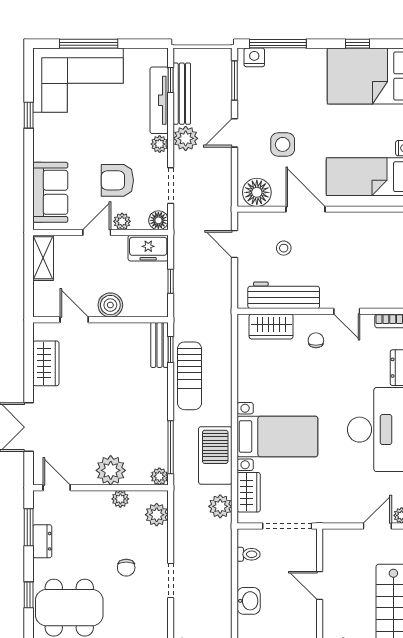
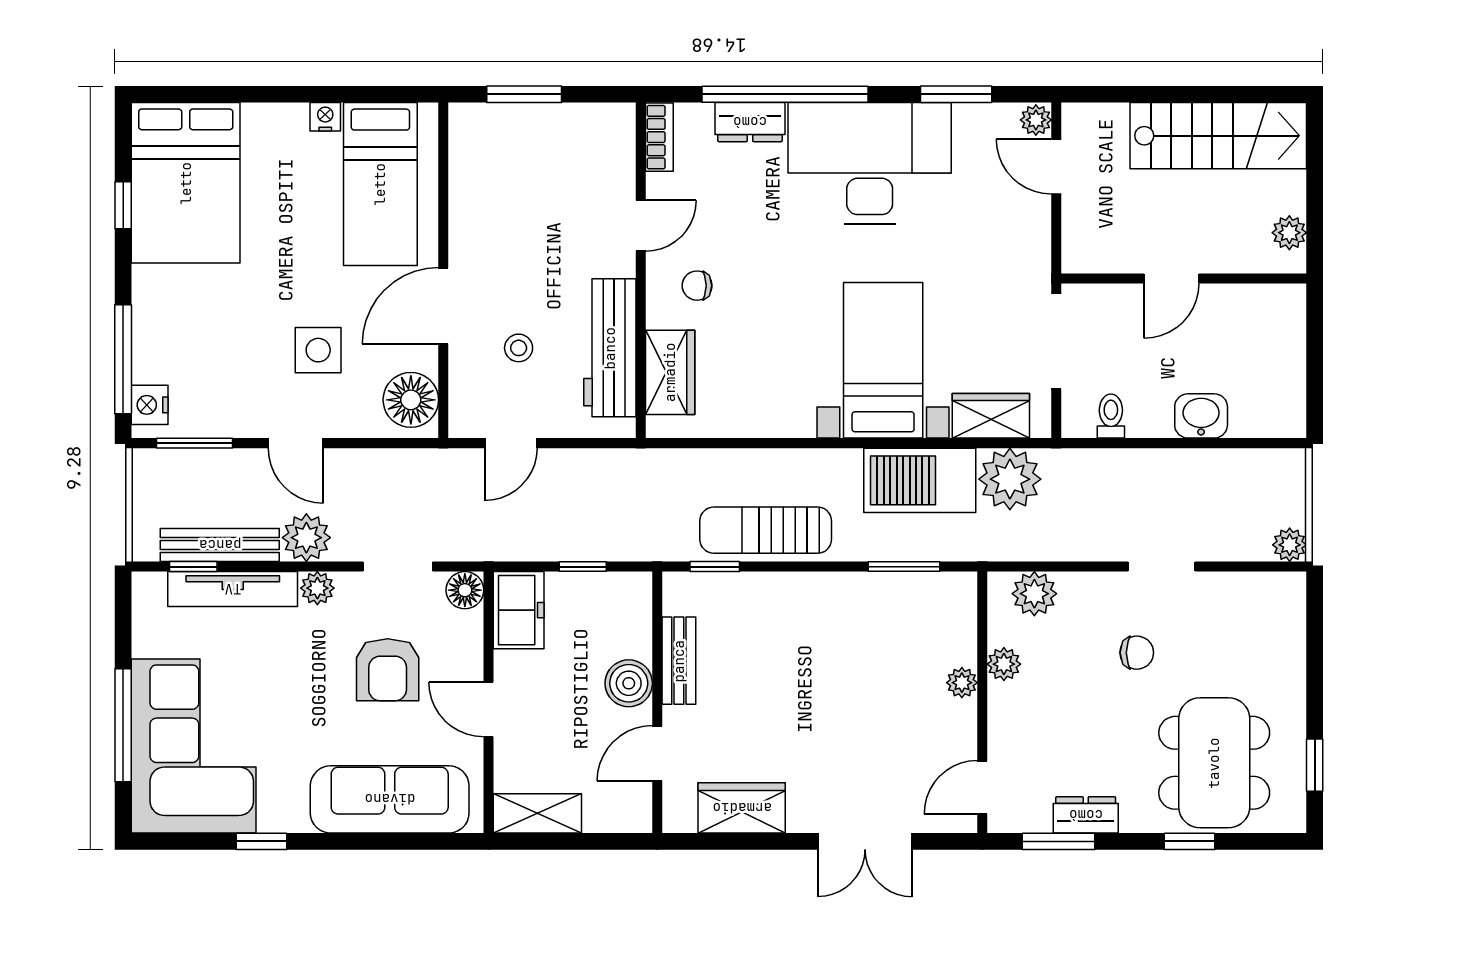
sofa: (50, 192) -> (390, 799), width x1.36
plant: (122, 221) -> (467, 661), removed
bench: (160, 345) -> (679, 661), moved, turned 90
sun lounger: (189, 376) -> (766, 530), turned 180
window: (171, 447) -> (904, 567), width x0.69
plant: (111, 470) -> (962, 683), width x0.53, depth x0.53
plant: (159, 476) -> (960, 588), removed
plant: (220, 506) -> (1010, 479), width x1.36, depth x1.36

